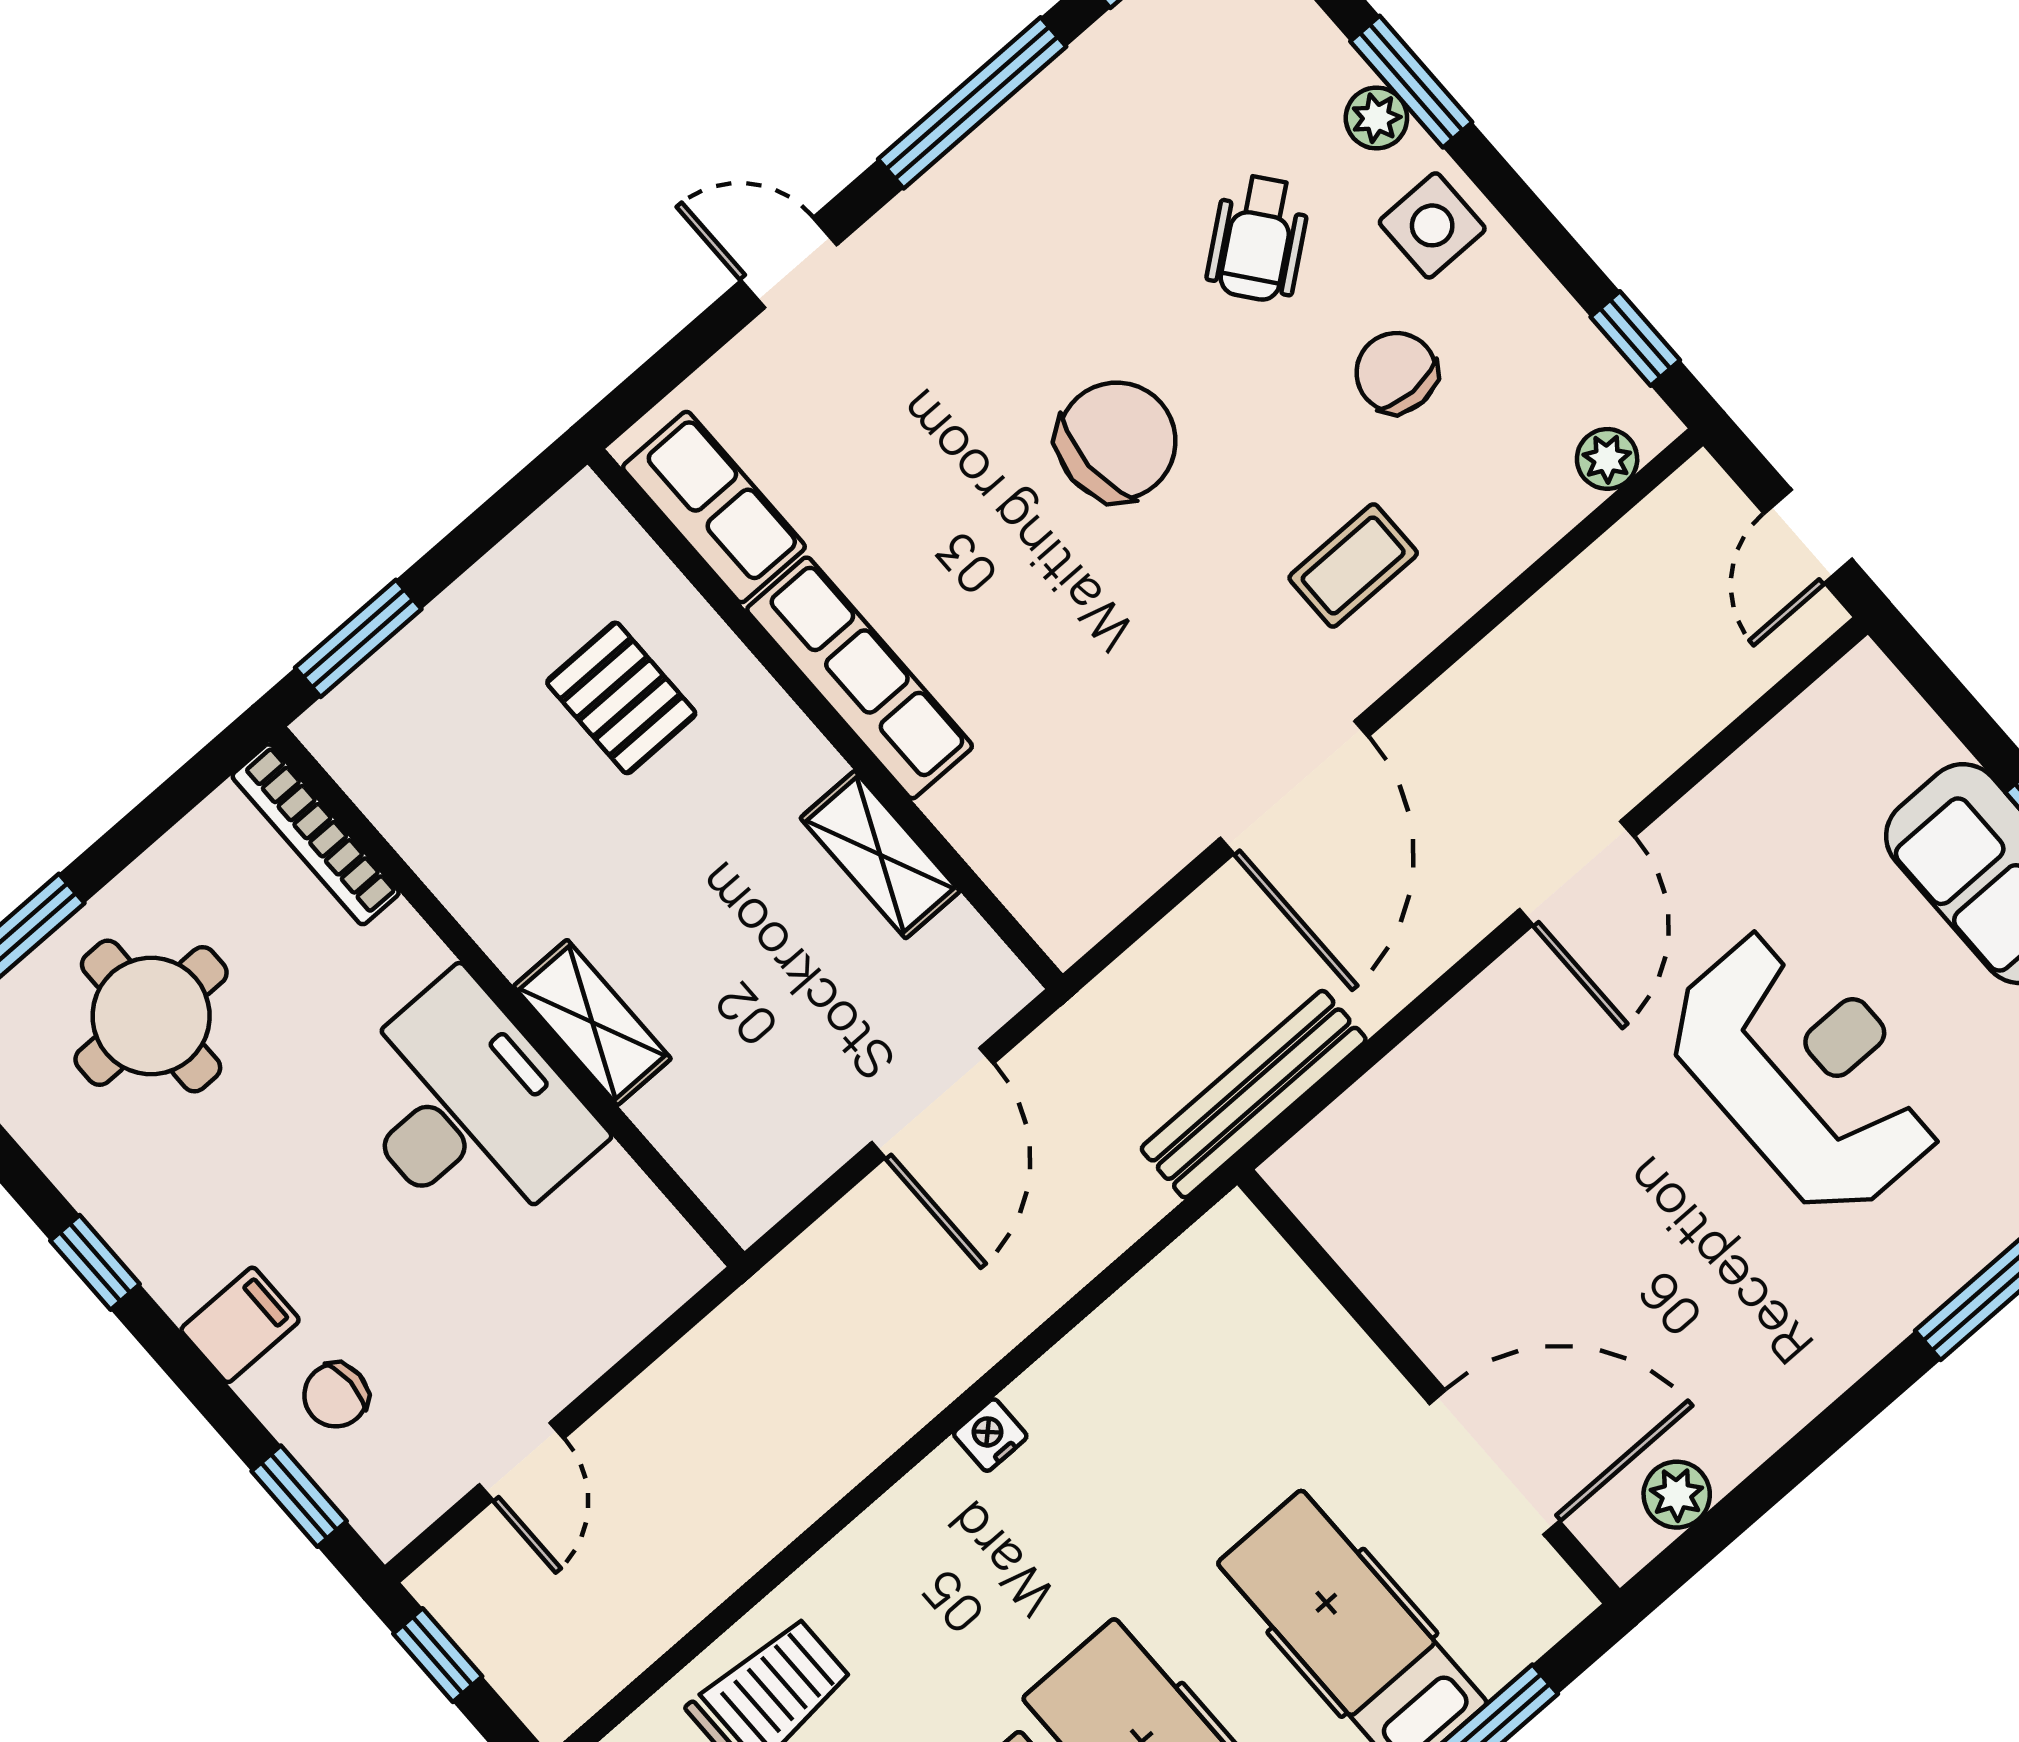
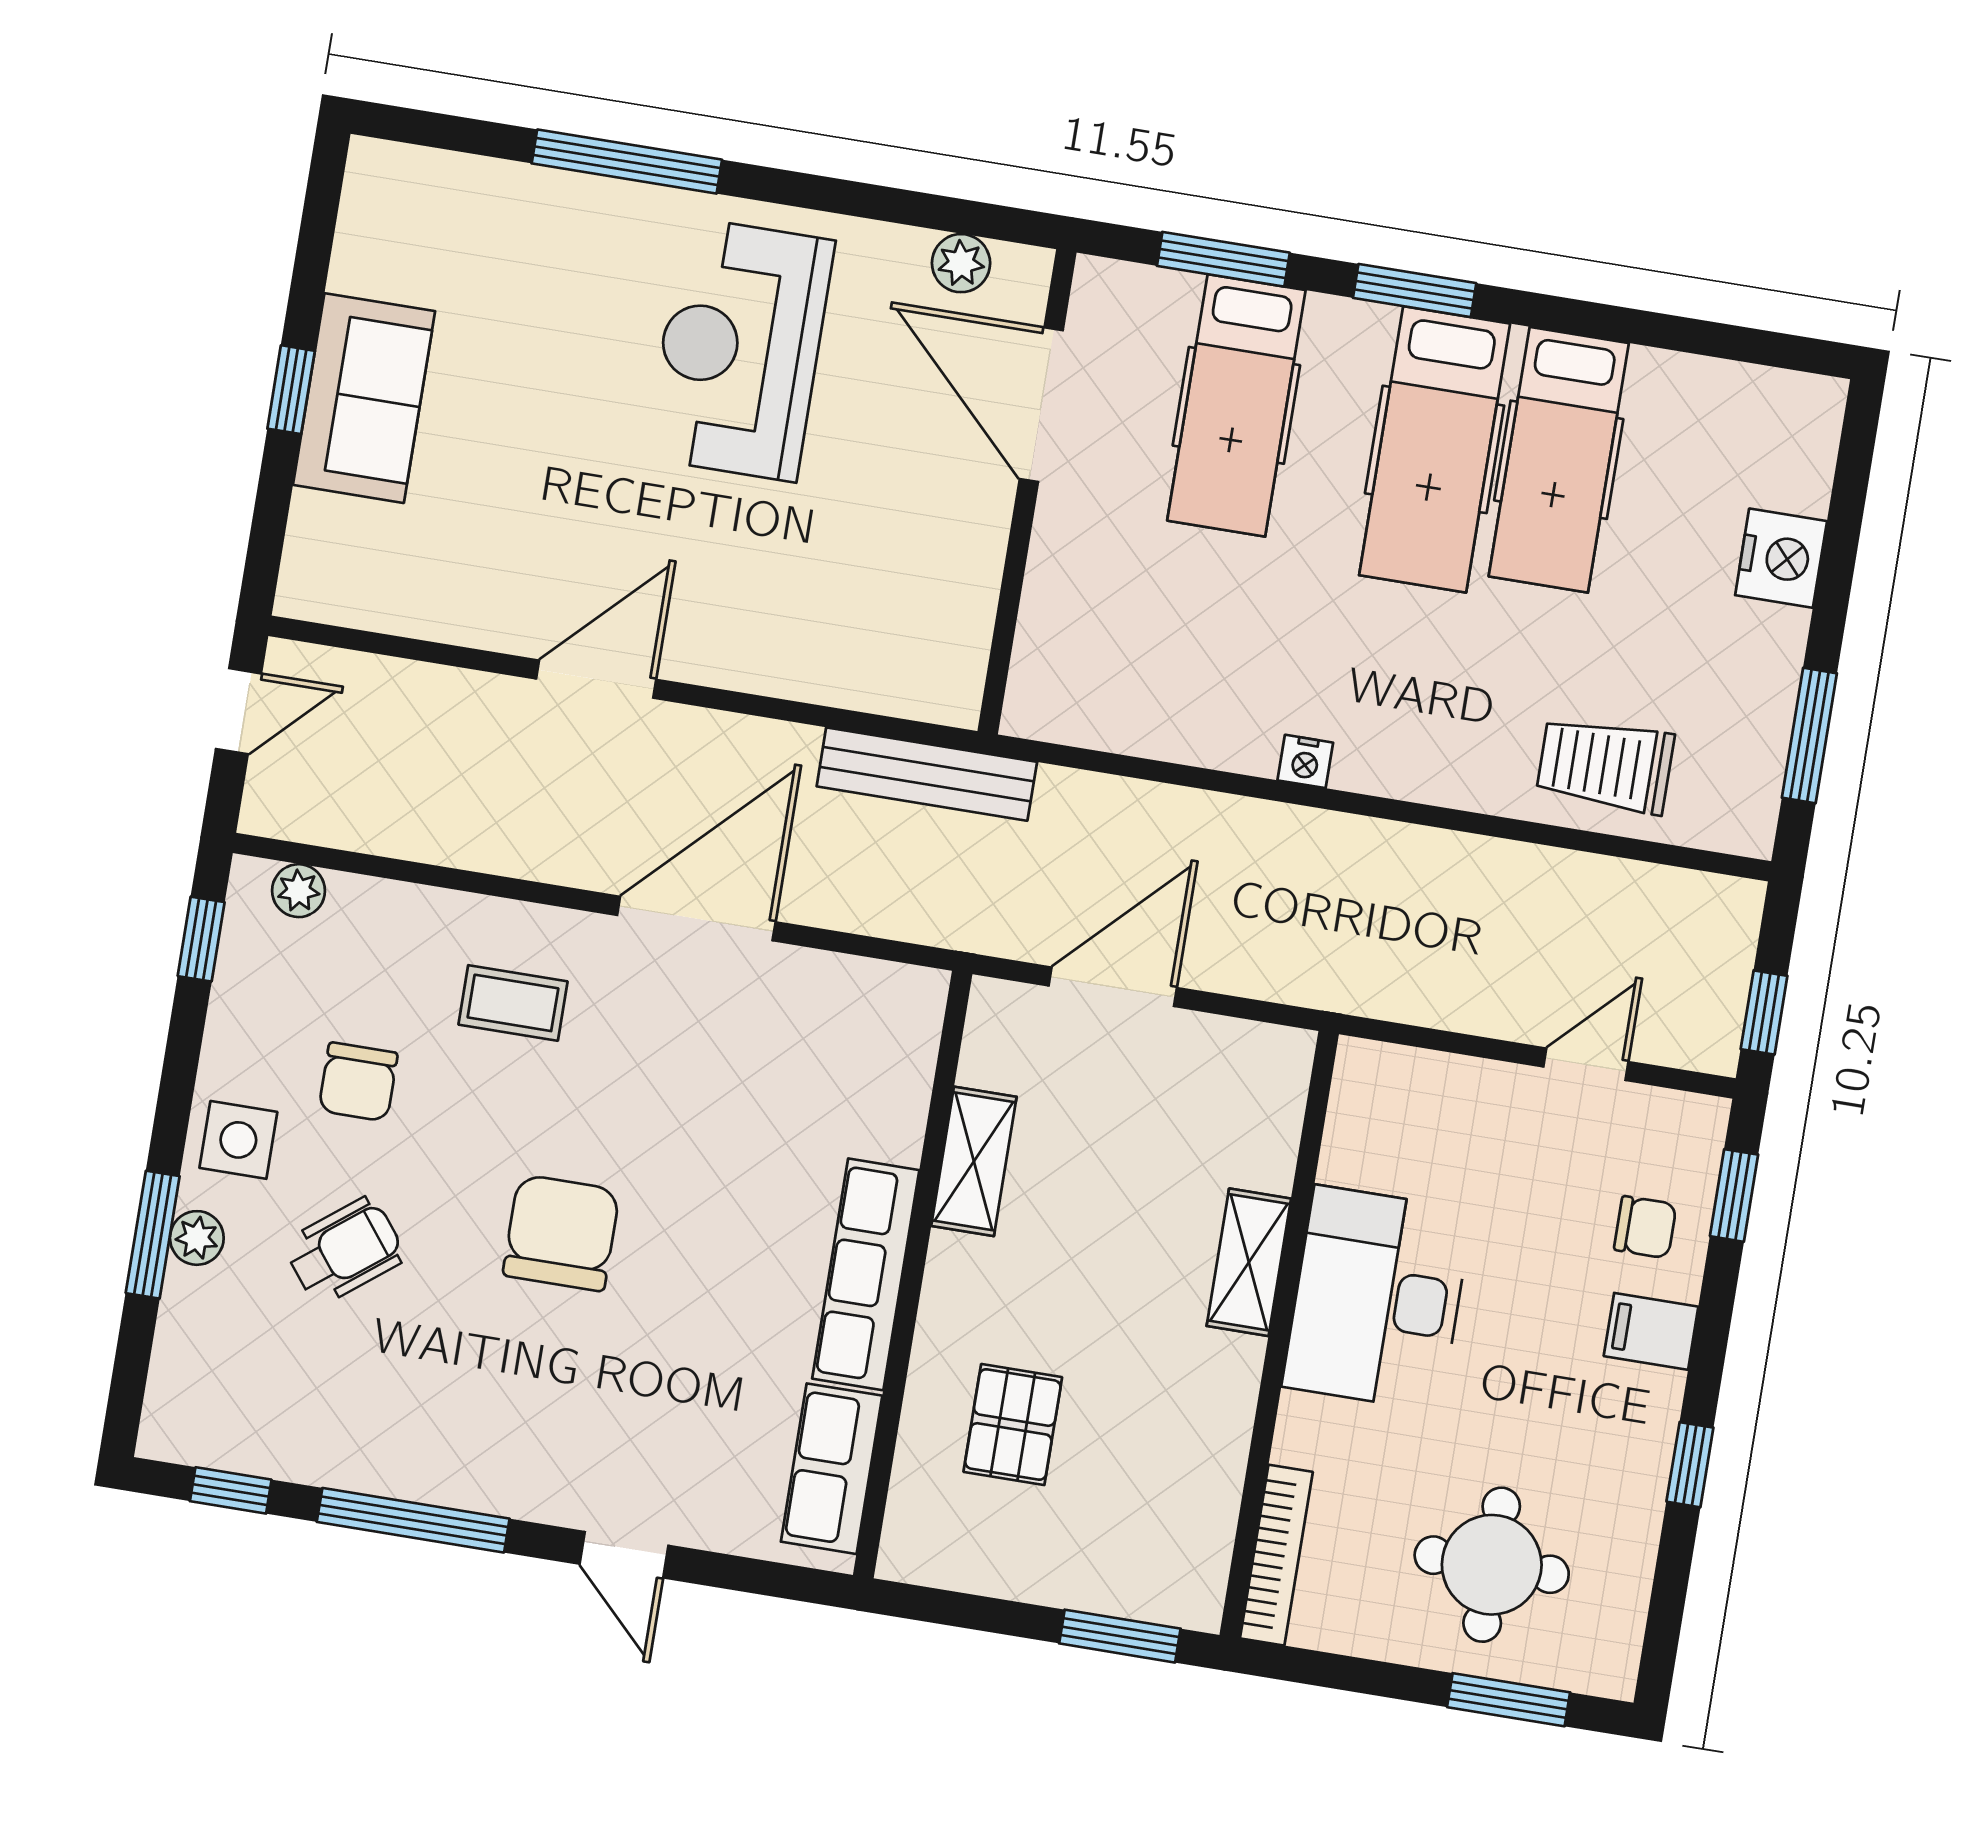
chair: (1117, 441) -> (561, 1233), turned 90
reception desk: (1806, 1071) -> (740, 349), moved

